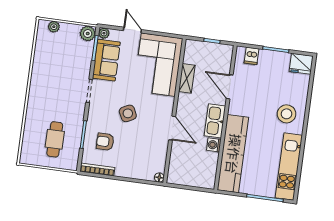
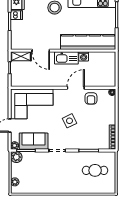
dishwasher: (252, 56) -> (17, 15), moved
shelving: (187, 78) -> (21, 56), moved
door: (230, 87) -> (41, 51), hinge flipped
armchair: (105, 142) -> (91, 98), moved

